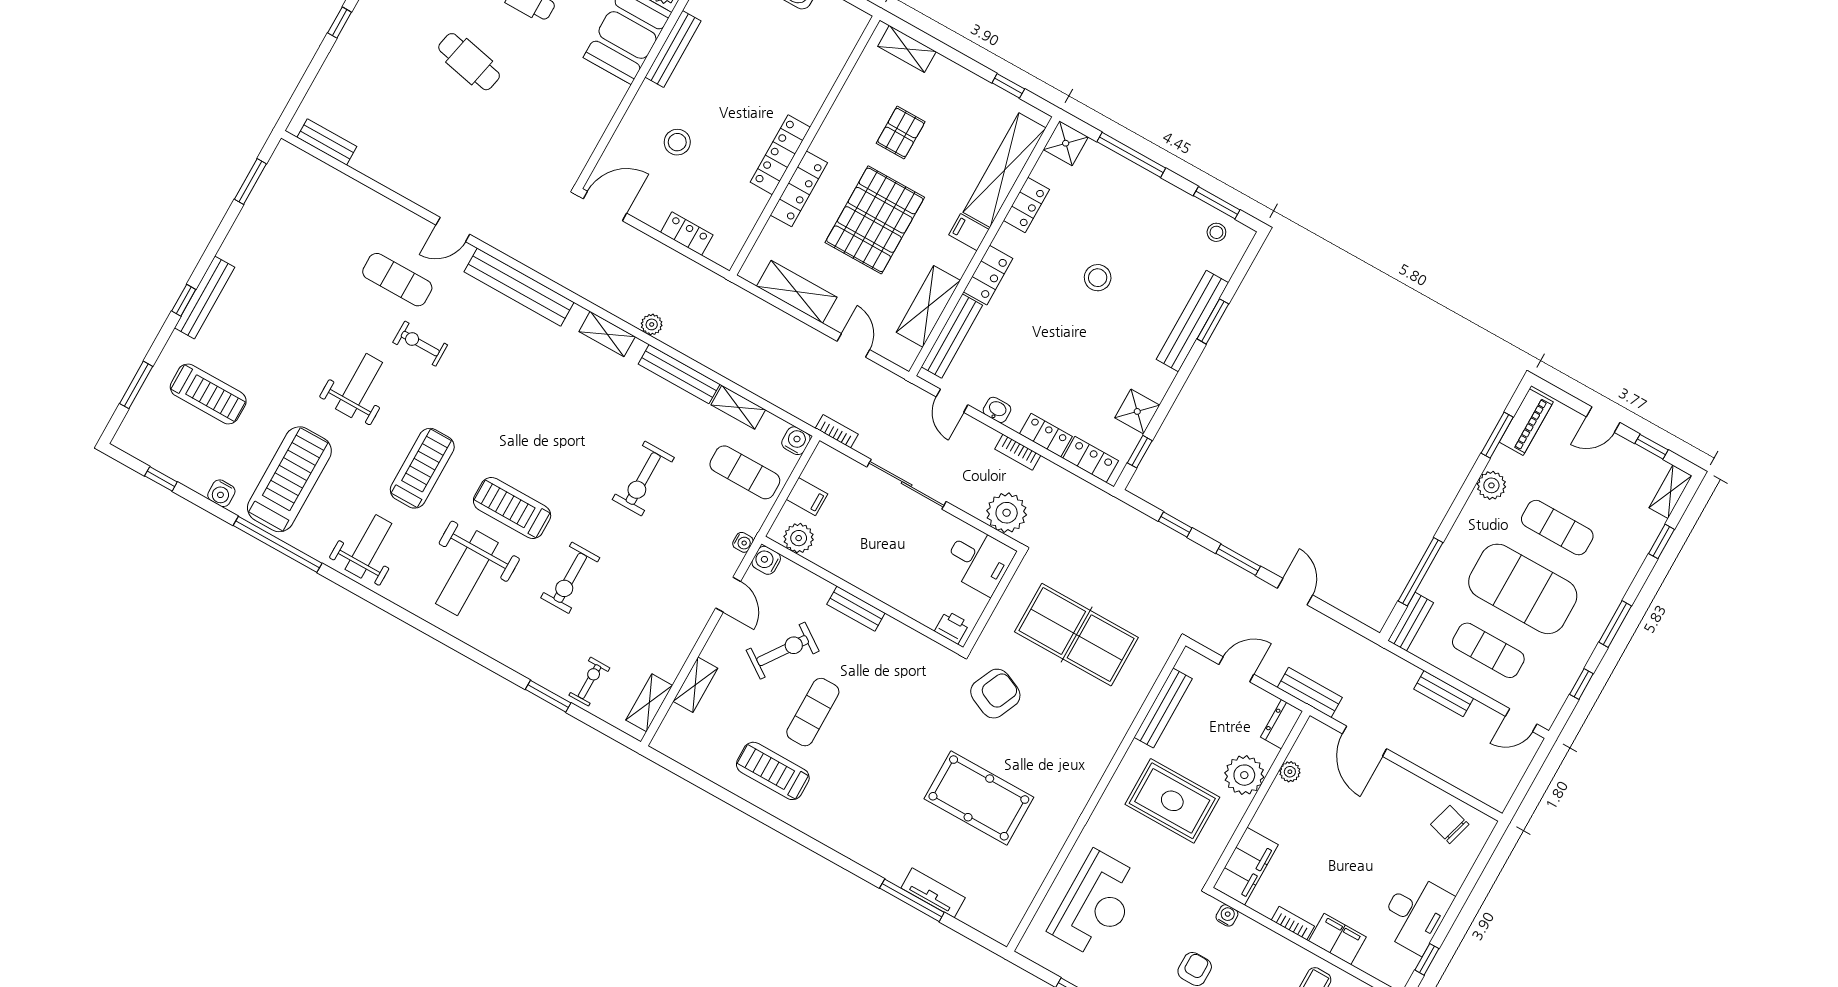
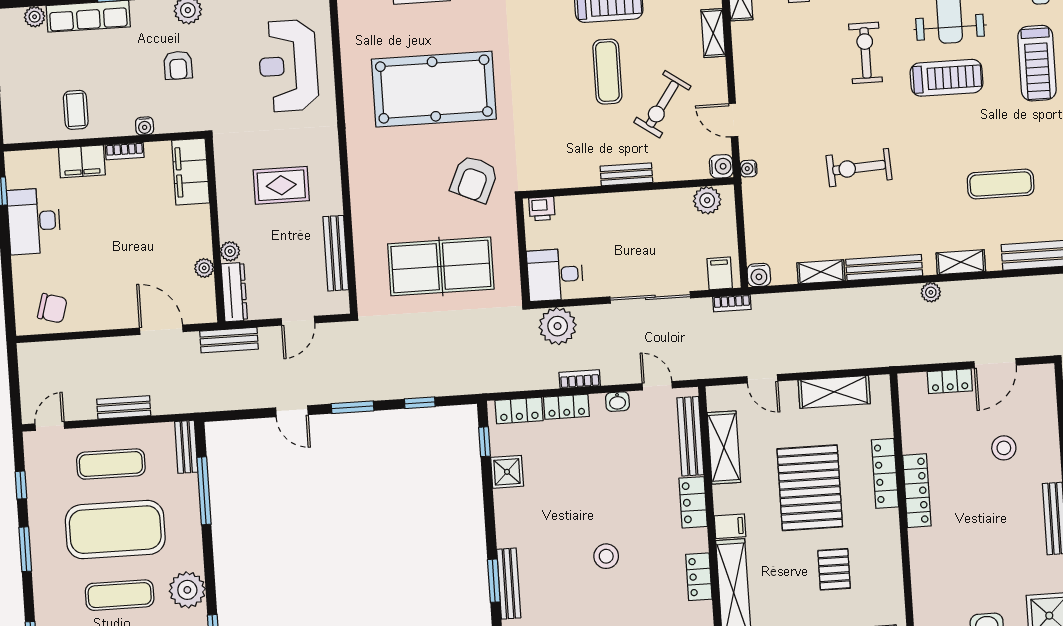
door: (605, 206) -> (995, 363), moved
bench: (1192, 321) -> (509, 584), width x0.73, depth x0.82
exercise mat: (745, 472) -> (1001, 184), moved
exercise bike: (643, 479) -> (859, 168), turned -93
plant: (1491, 485) -> (187, 590), width x1.36, depth x1.36
filing cabinet: (807, 497) -> (720, 273), moved, turned 90
dresser: (1282, 724) -> (234, 292), width x1.44
plant: (1244, 775) -> (230, 251), width x0.53, depth x0.53
pool table: (979, 798) -> (434, 89), width x1.36, depth x1.32
rug: (1172, 801) -> (281, 185), width x0.73, depth x0.70
water cooler: (1227, 915) -> (145, 126), moved

